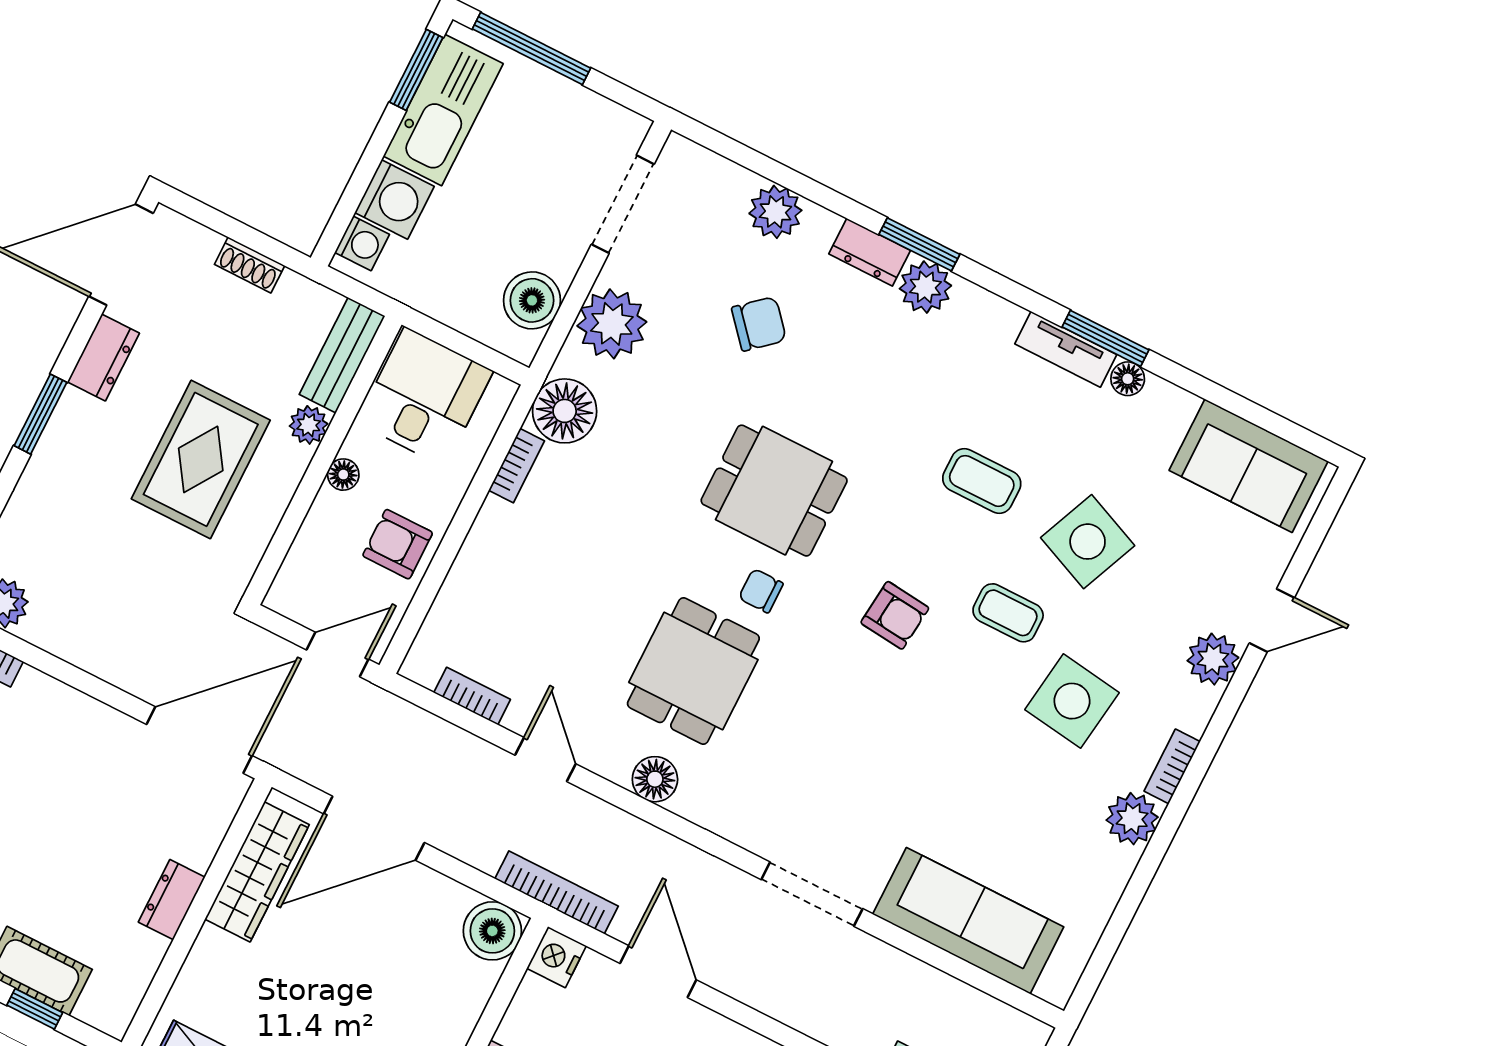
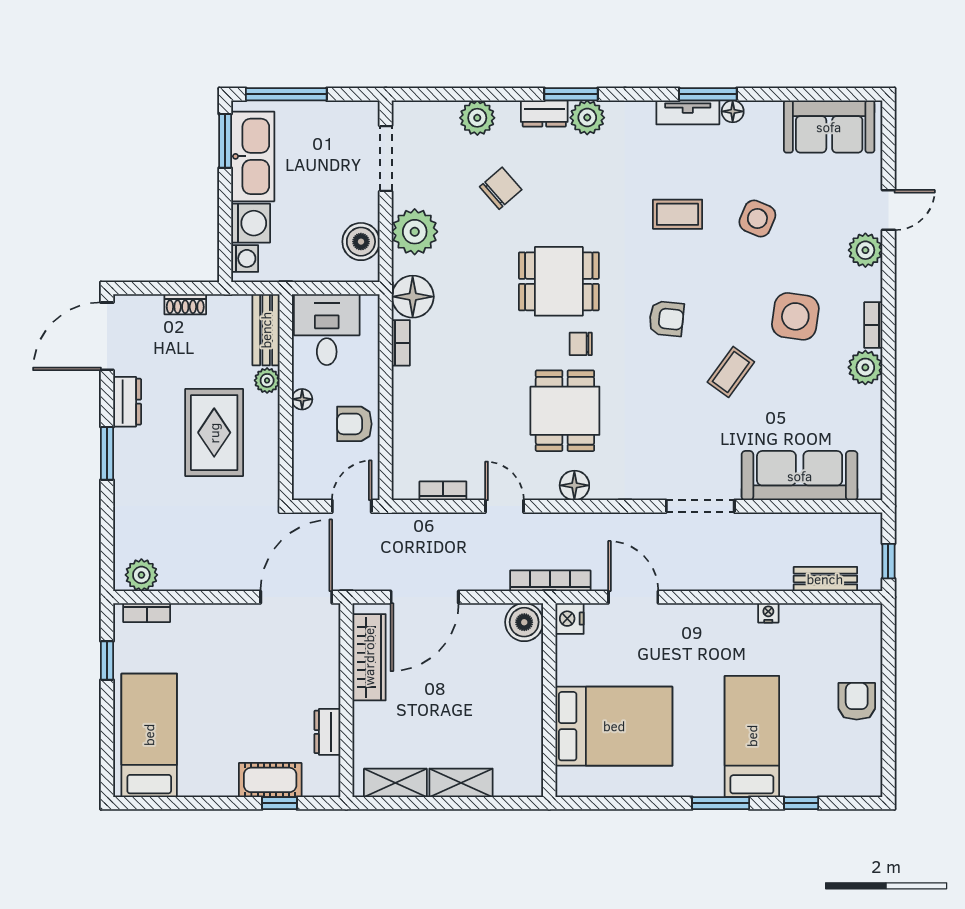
side table: (1088, 542) -> (757, 218), width x0.73, depth x0.73
coffee table: (1008, 613) -> (731, 372), moved, turned -54
dresser: (172, 900) -> (327, 732), moved

